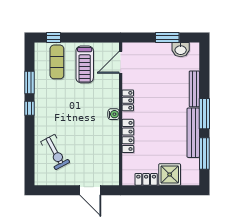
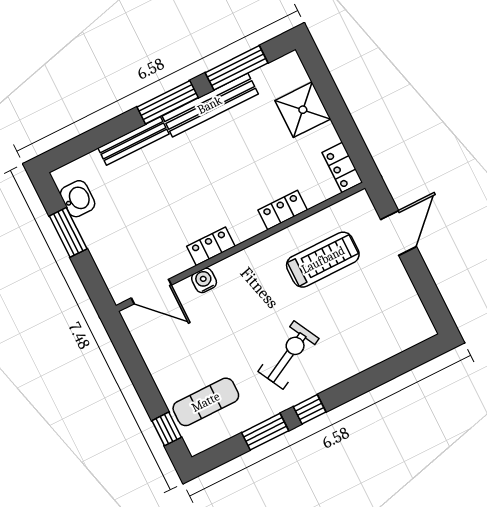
treadmill: (85, 64) -> (323, 260), moved
water cooler: (114, 114) -> (204, 280), moved
locker: (128, 136) -> (283, 210), width x0.66
exercise bike: (55, 152) -> (289, 355), moved
locker: (146, 179) -> (342, 167), moved

